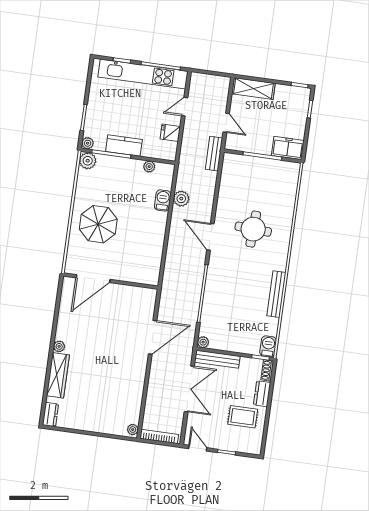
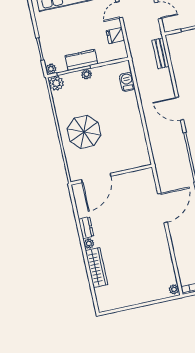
bench: (214, 154) -> (160, 53), moved
plant: (149, 167) -> (87, 74), moved
plant: (181, 199) -> (144, 86), removed
barbecue: (163, 200) -> (127, 82), moved
dresser: (51, 415) -> (86, 228), moved

